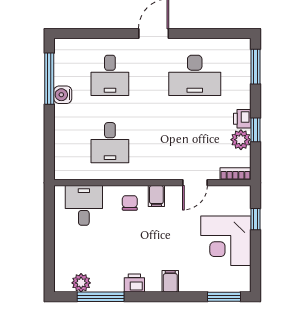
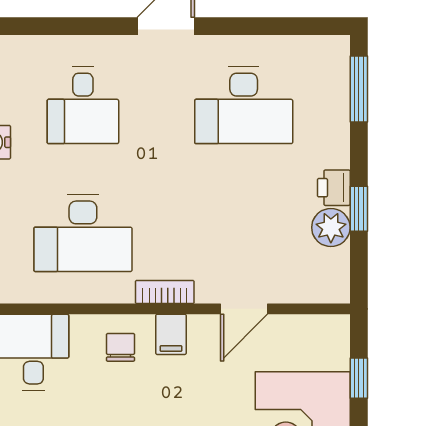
desk: (110, 143) -> (83, 233), width x1.37
bookcase: (235, 174) -> (165, 292), moved

